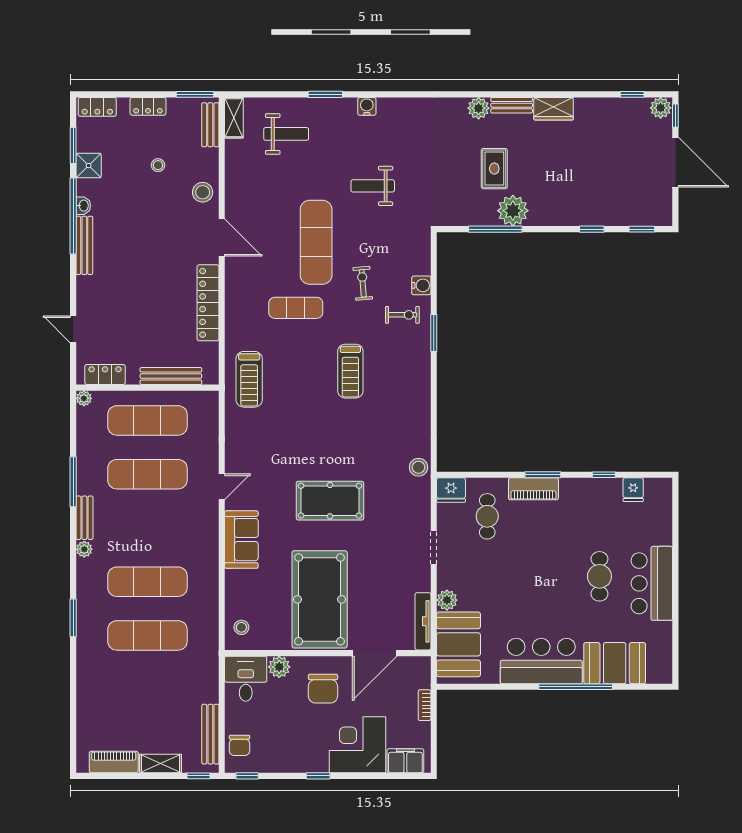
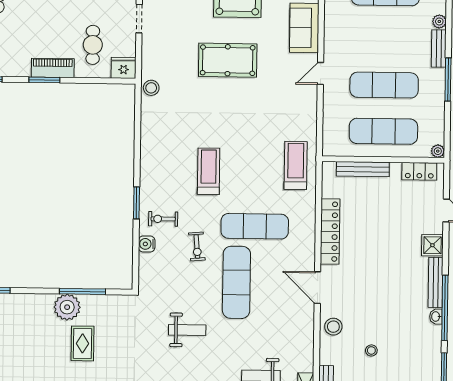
shower: (89, 166) -> (432, 245), moved
exercise mat: (296, 308) -> (255, 226), width x1.36, depth x1.45

